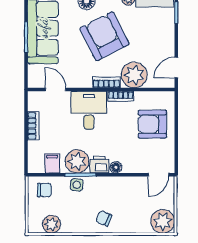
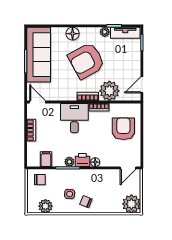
armchair: (104, 36) -> (86, 61), turned -92
door: (56, 90) -> (37, 102), moved
armchair: (152, 124) -> (123, 129), turned 90
plant: (77, 161) -> (69, 162), width x0.53, depth x0.53
side table: (77, 185) -> (70, 194), moved

